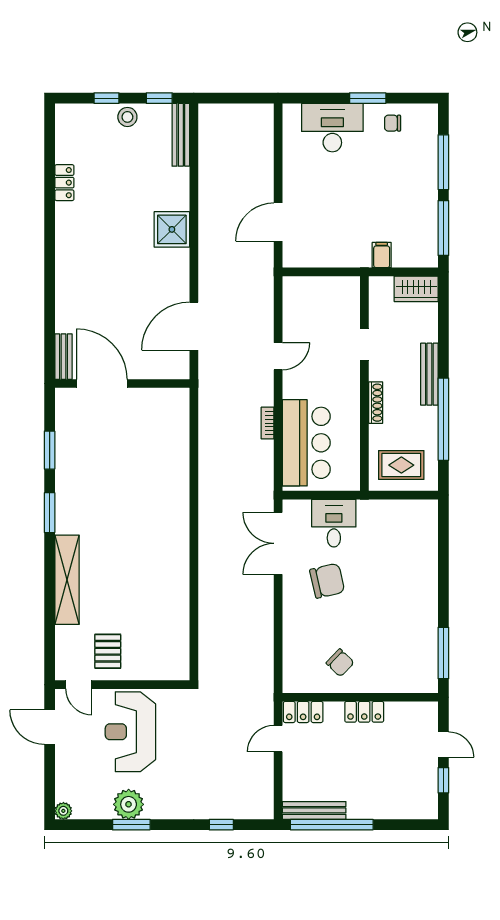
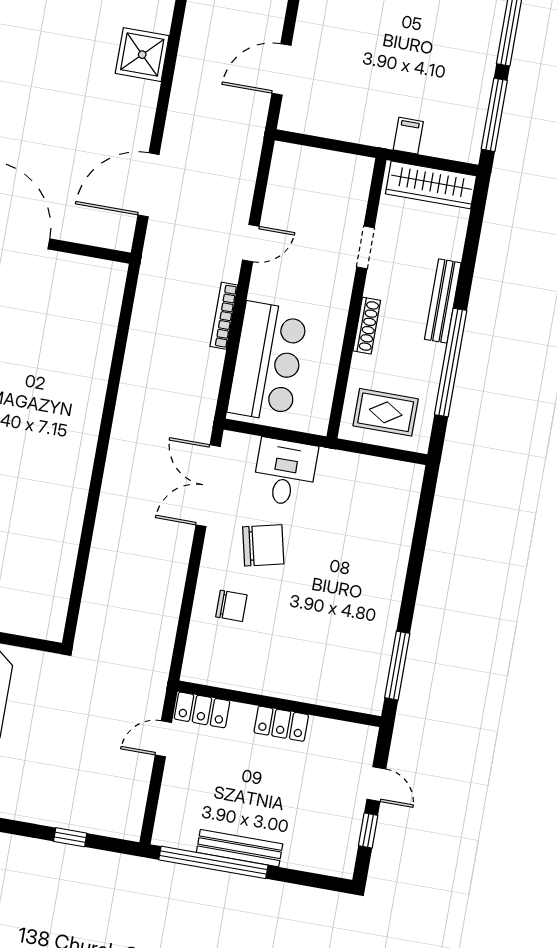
wardrobe: (416, 289) -> (431, 185), width x1.50
bookcase: (268, 423) -> (224, 316), width x1.56
chair: (340, 663) -> (231, 606), moved, turned -44
bench: (314, 810) -> (240, 848), moved

